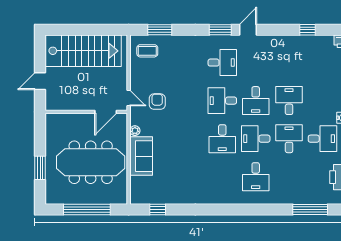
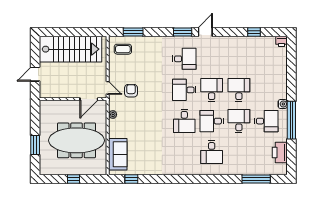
desk: (256, 101) -> (212, 90), turned 180
sofa: (141, 156) -> (118, 154), moved
window: (87, 209) -> (73, 179), width x0.32

